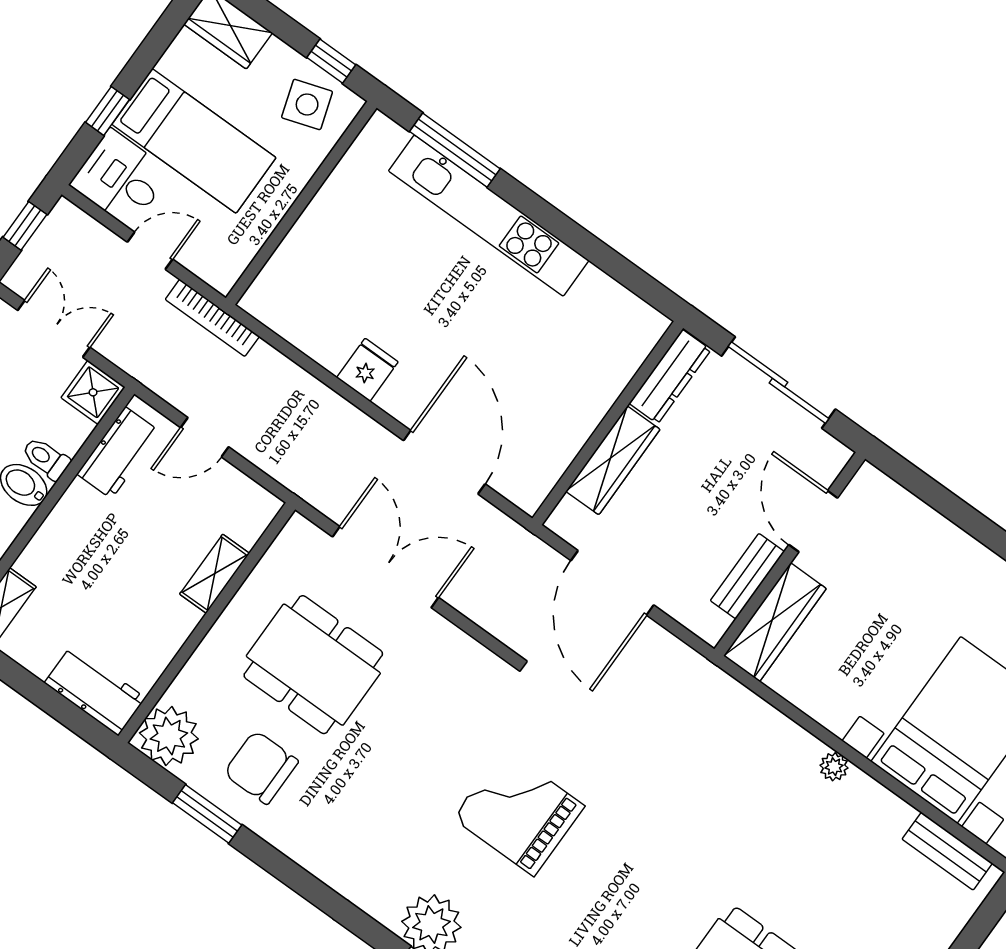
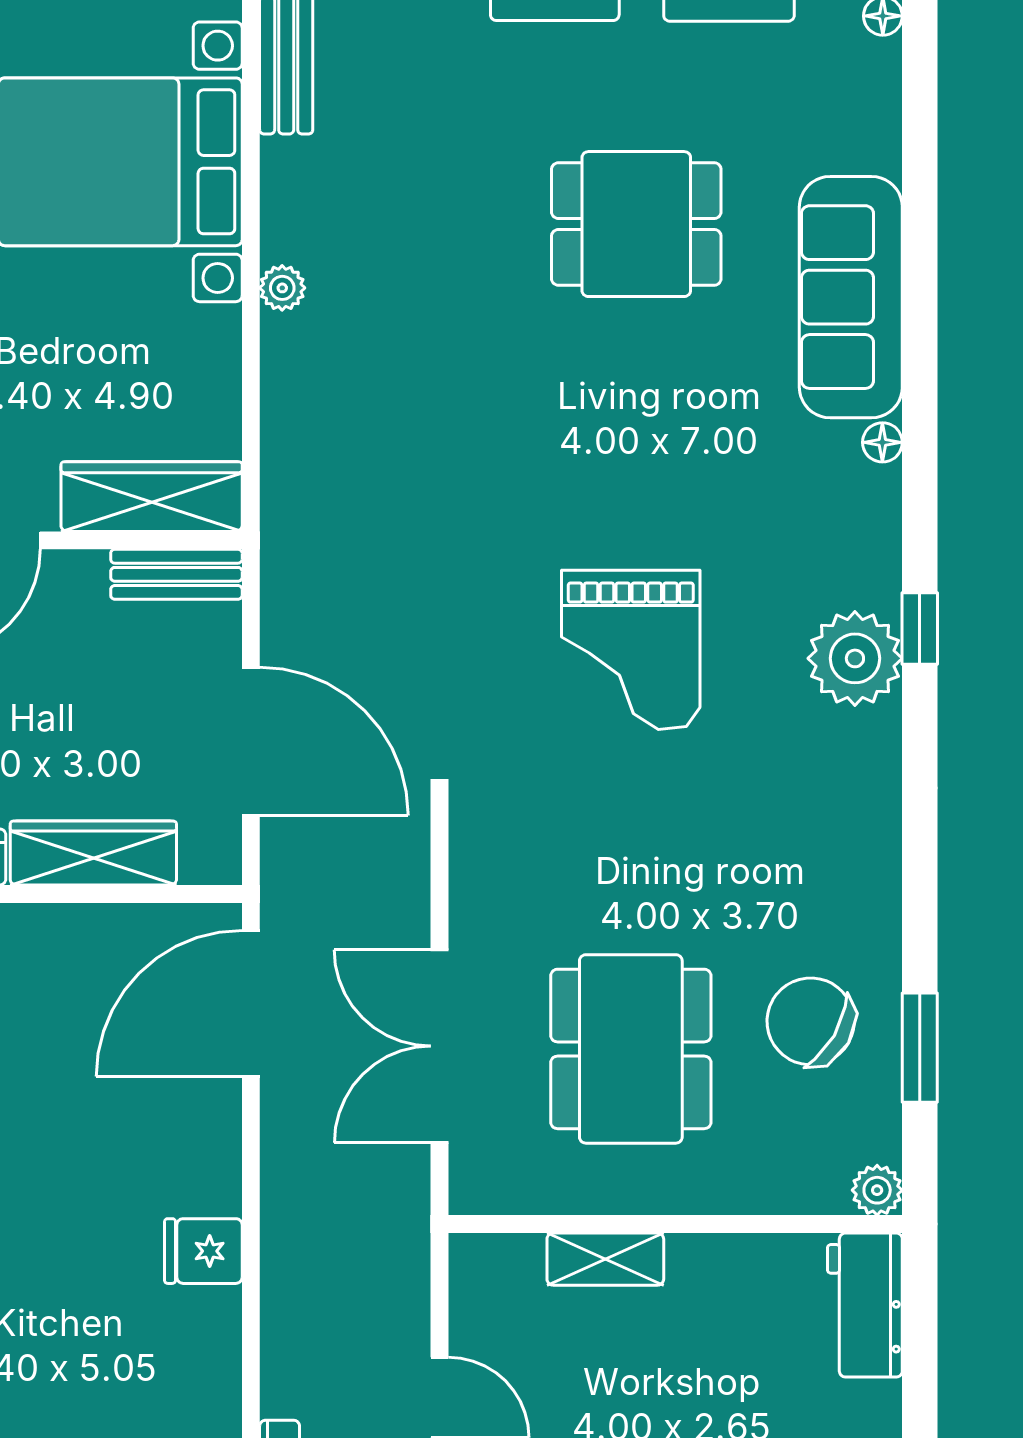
door: (444, 462) -> (251, 1003), moved
bench: (747, 576) -> (176, 574), moved
door: (612, 583) -> (251, 741), hinge flipped
plant: (169, 736) -> (877, 1190), width x0.53, depth x0.53
chair: (261, 767) -> (811, 1021), turned 120

